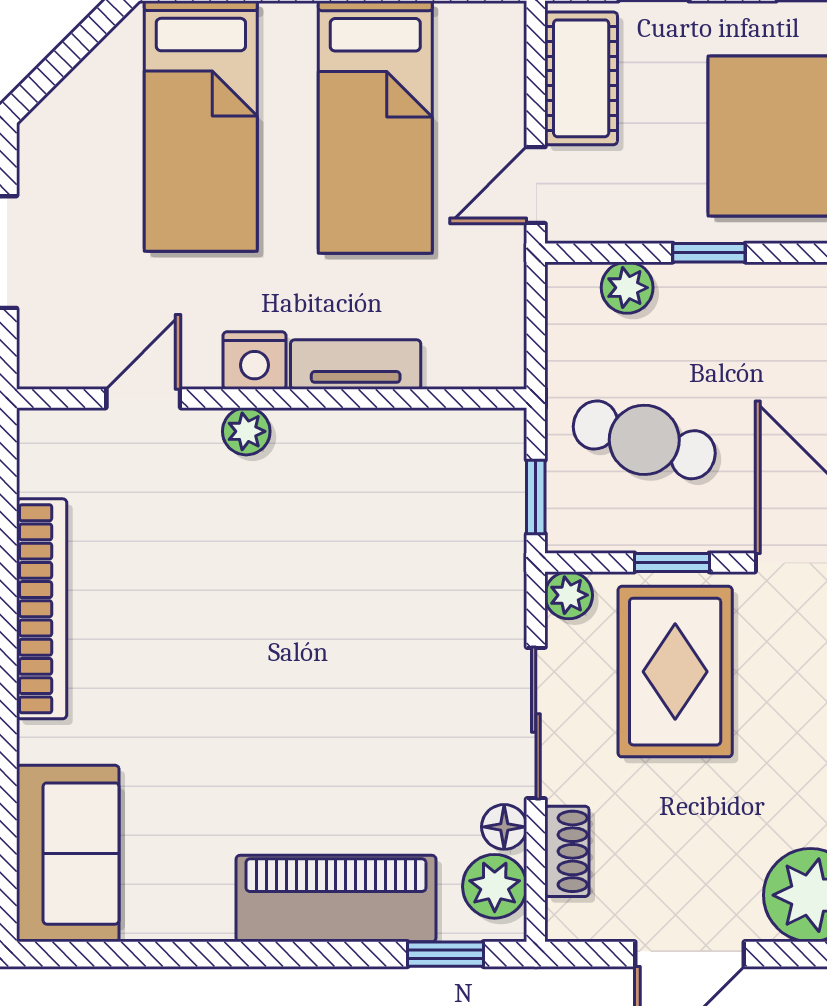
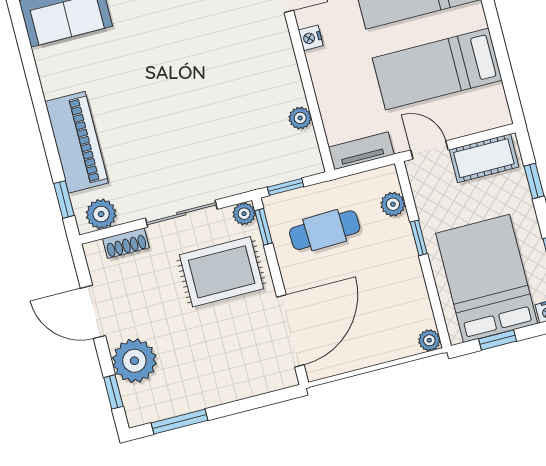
nightstand: (254, 361) -> (311, 38), width x0.72, depth x0.74
tv unit: (356, 365) -> (361, 151), moved, turned -90
plant: (246, 431) -> (300, 118), moved
cafe table: (644, 440) -> (325, 230), turned 71
window: (672, 562) -> (264, 227), moved
floor lamp: (504, 827) -> (130, 211), removed

